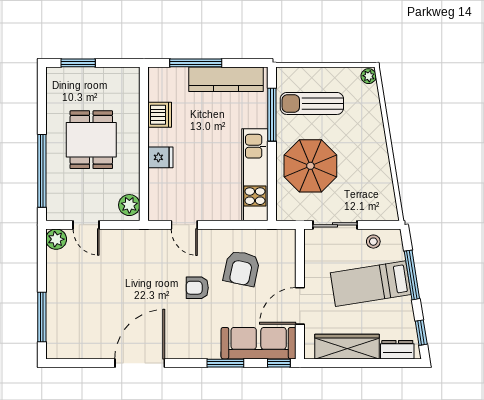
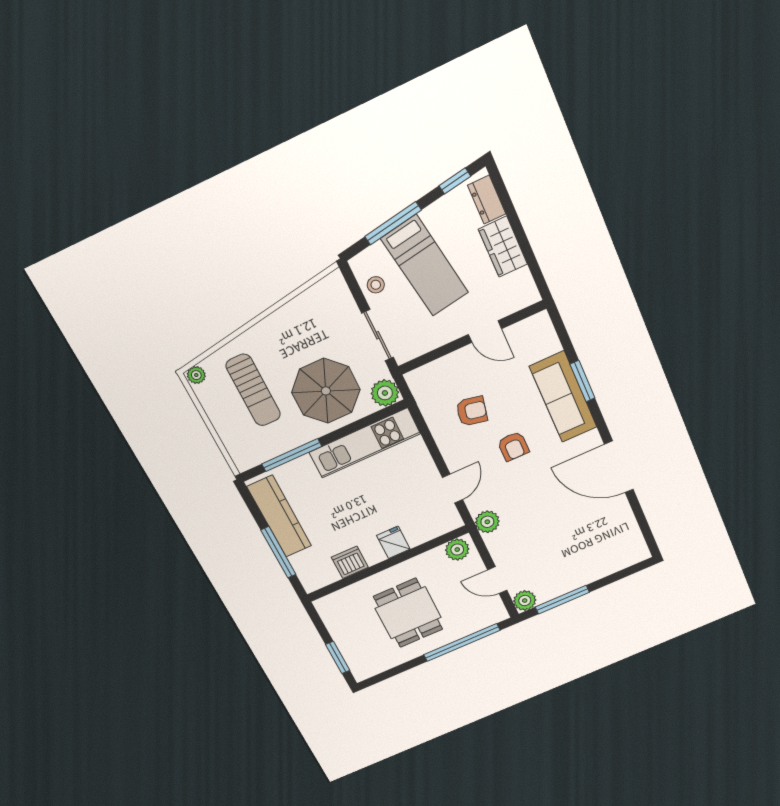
sun lounger: (312, 103) -> (253, 390), moved
dining table: (91, 140) -> (408, 613), turned 90
plant: (288, 209) -> (385, 393), added
door: (86, 225) -> (497, 580), swing flipped
plant: (142, 240) -> (487, 522), added
armchair: (242, 268) -> (472, 411), width x0.72, depth x0.72
door: (300, 306) -> (485, 332), width x0.73
window: (42, 317) -> (562, 600), moved
sofa: (259, 343) -> (563, 397), moved
wardrobe: (347, 347) -> (503, 247), width x0.67
window: (279, 363) -> (559, 325), removed

